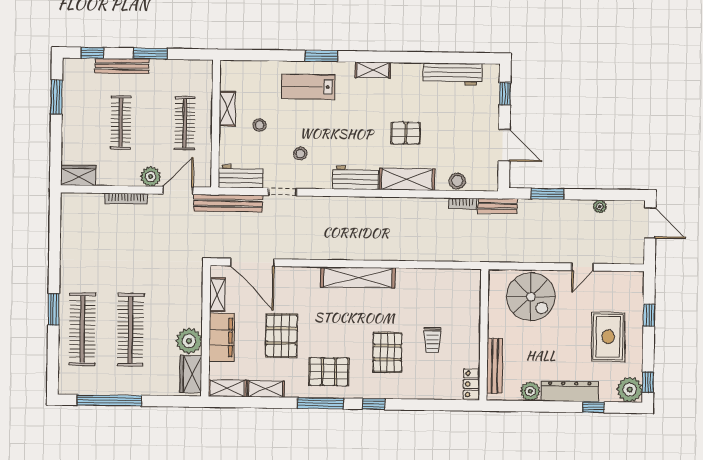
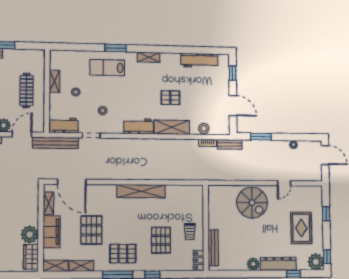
wall: (484, 335) -> (206, 228), moved
bench: (495, 366) -> (213, 248), moved
locker: (471, 384) -> (199, 260), moved

